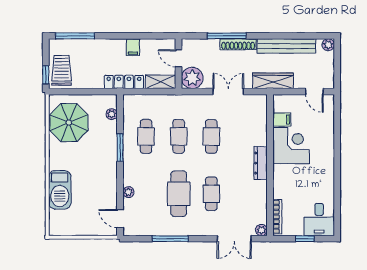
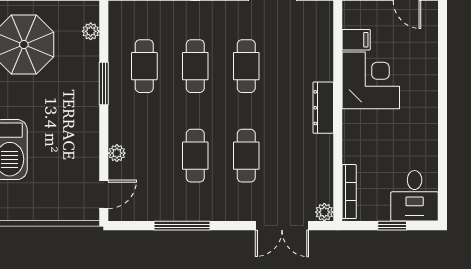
cafe table: (179, 194) -> (195, 156), width x0.73, depth x0.74
door: (120, 219) -> (104, 194), swing flipped

